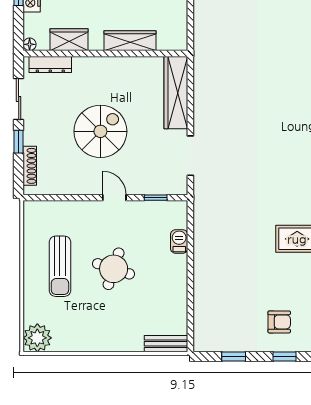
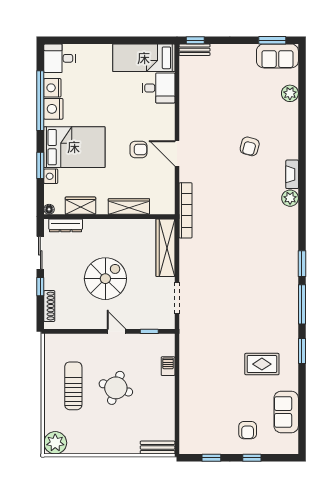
bookcase: (201, 46) -> (186, 210), added
sun lounger: (60, 266) -> (73, 386), turned 180
armchair: (279, 322) -> (248, 430), turned 90

